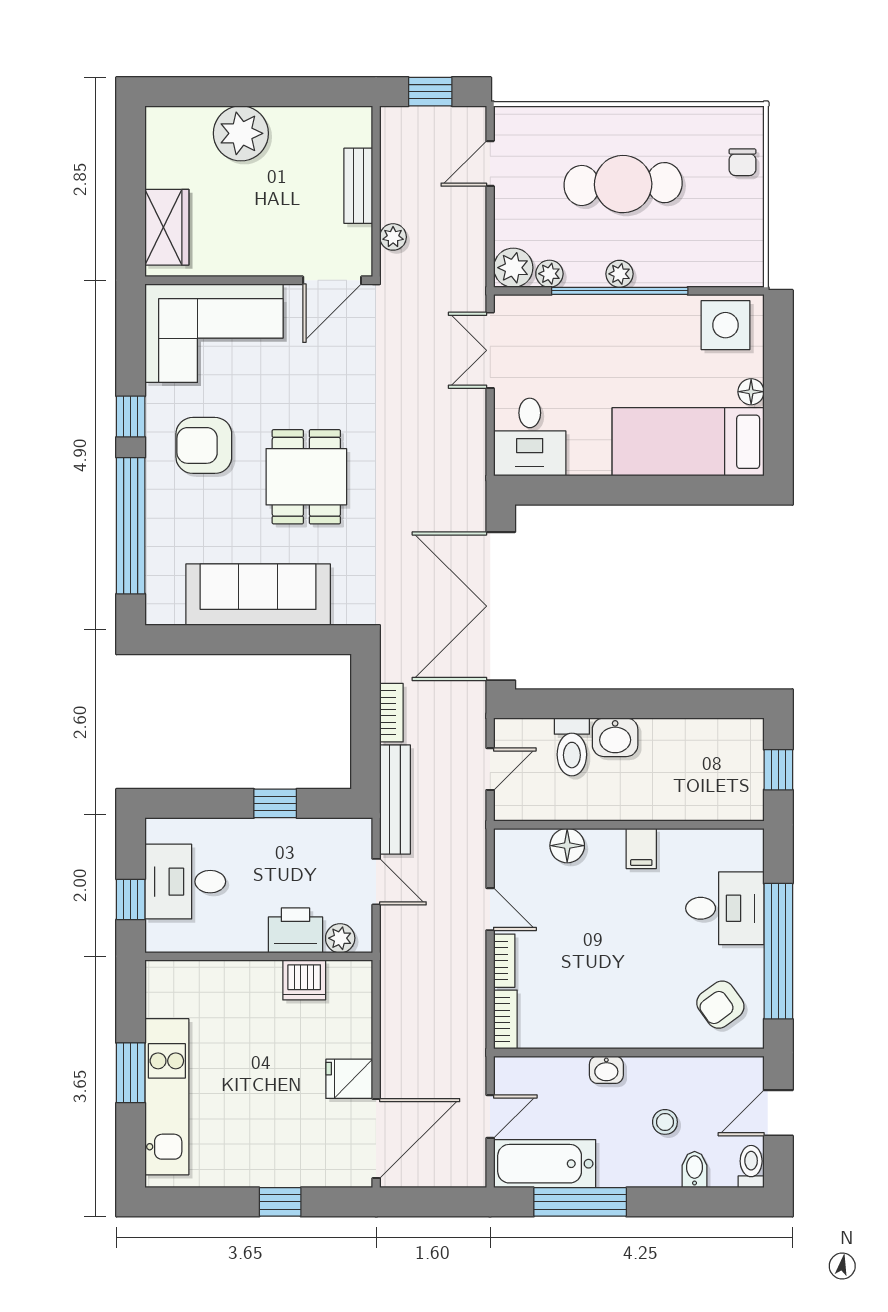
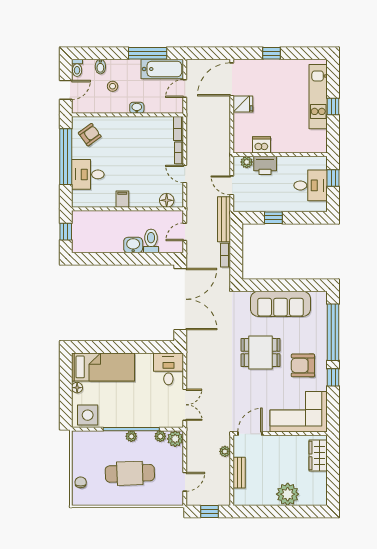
armchair: (204, 445) -> (303, 365), turned 180
dining table: (306, 477) -> (261, 353), turned 90
floor lamp: (567, 846) -> (167, 200), moved
window: (131, 1073) -> (333, 107), width x0.67

